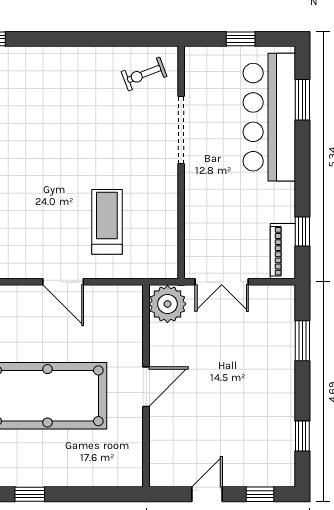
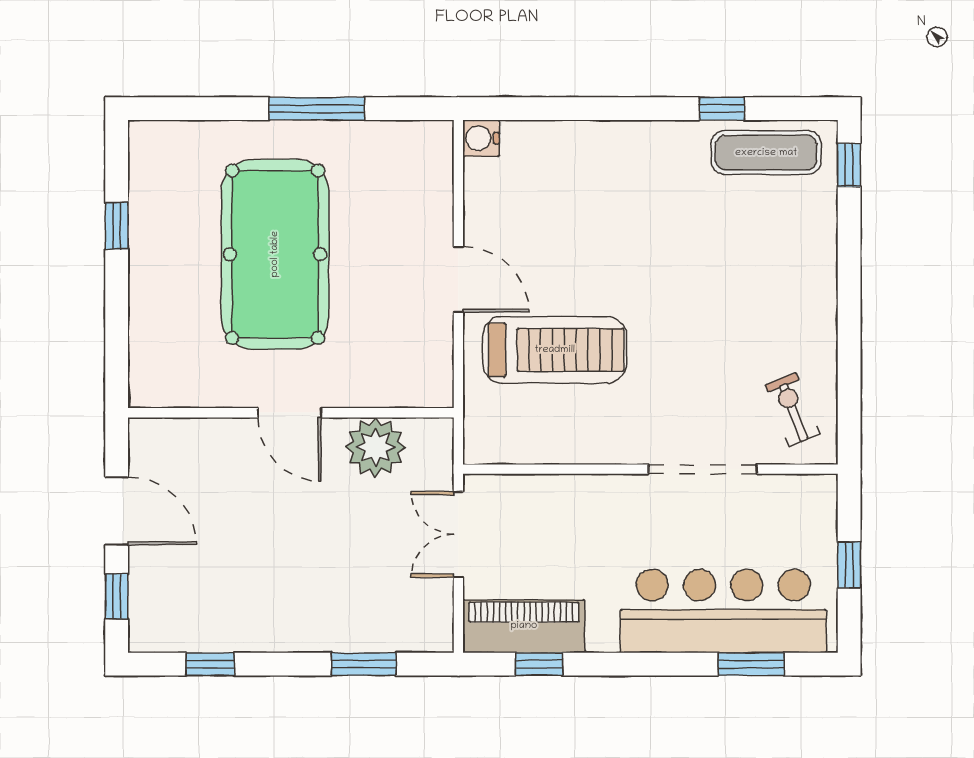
treadmill: (107, 222) -> (555, 350), width x1.37, depth x1.38
piano: (283, 251) -> (524, 626), width x1.37, depth x1.33
door: (63, 282) -> (458, 280), swing flipped
plant: (167, 304) -> (375, 447), moved
door: (207, 494) -> (117, 511), width x1.38

